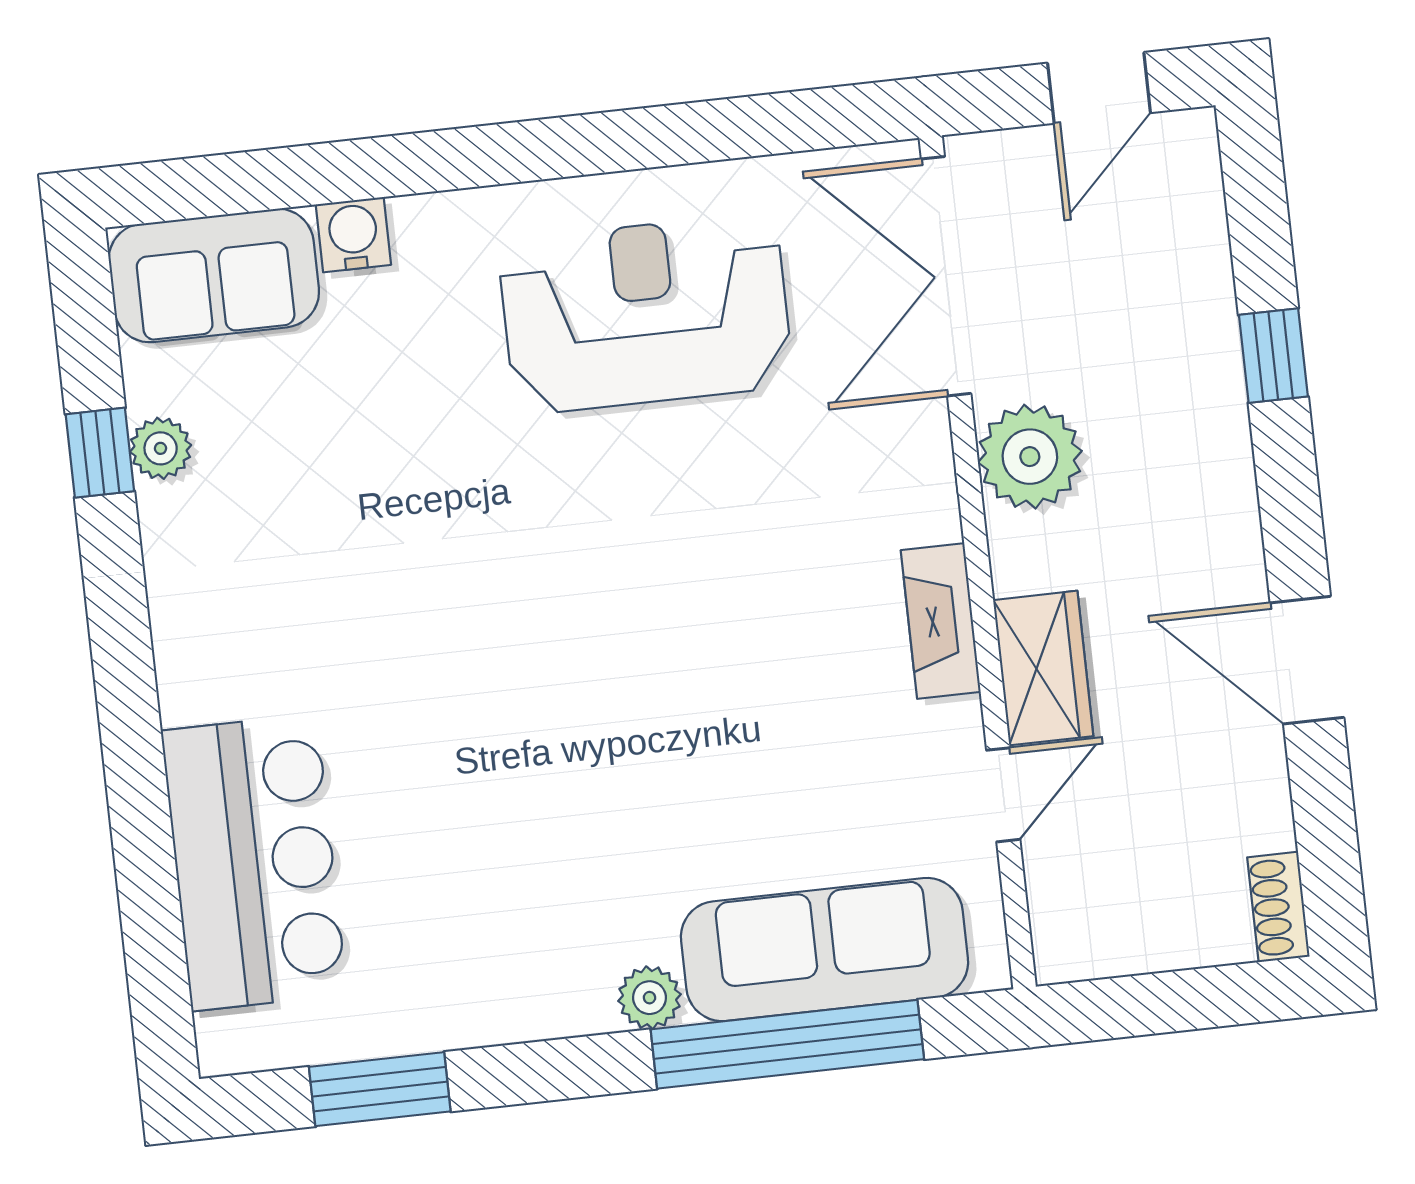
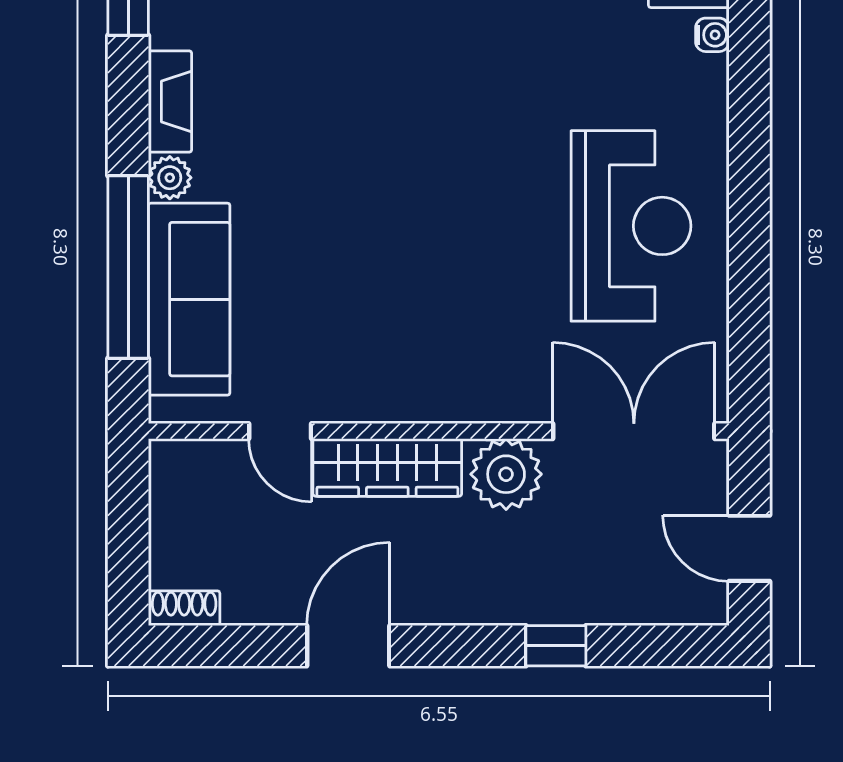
water cooler: (353, 235) -> (712, 35), width x0.72, depth x0.72
fireplace: (941, 621) -> (170, 102), moved, turned 90
wardrobe: (1043, 668) -> (387, 468), width x1.50

